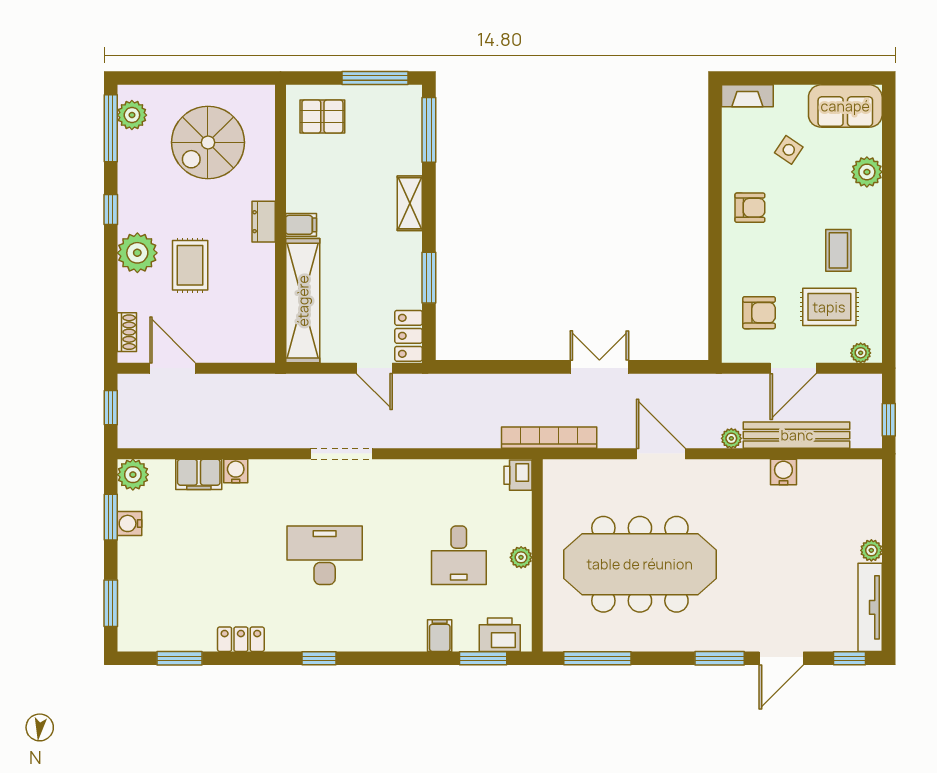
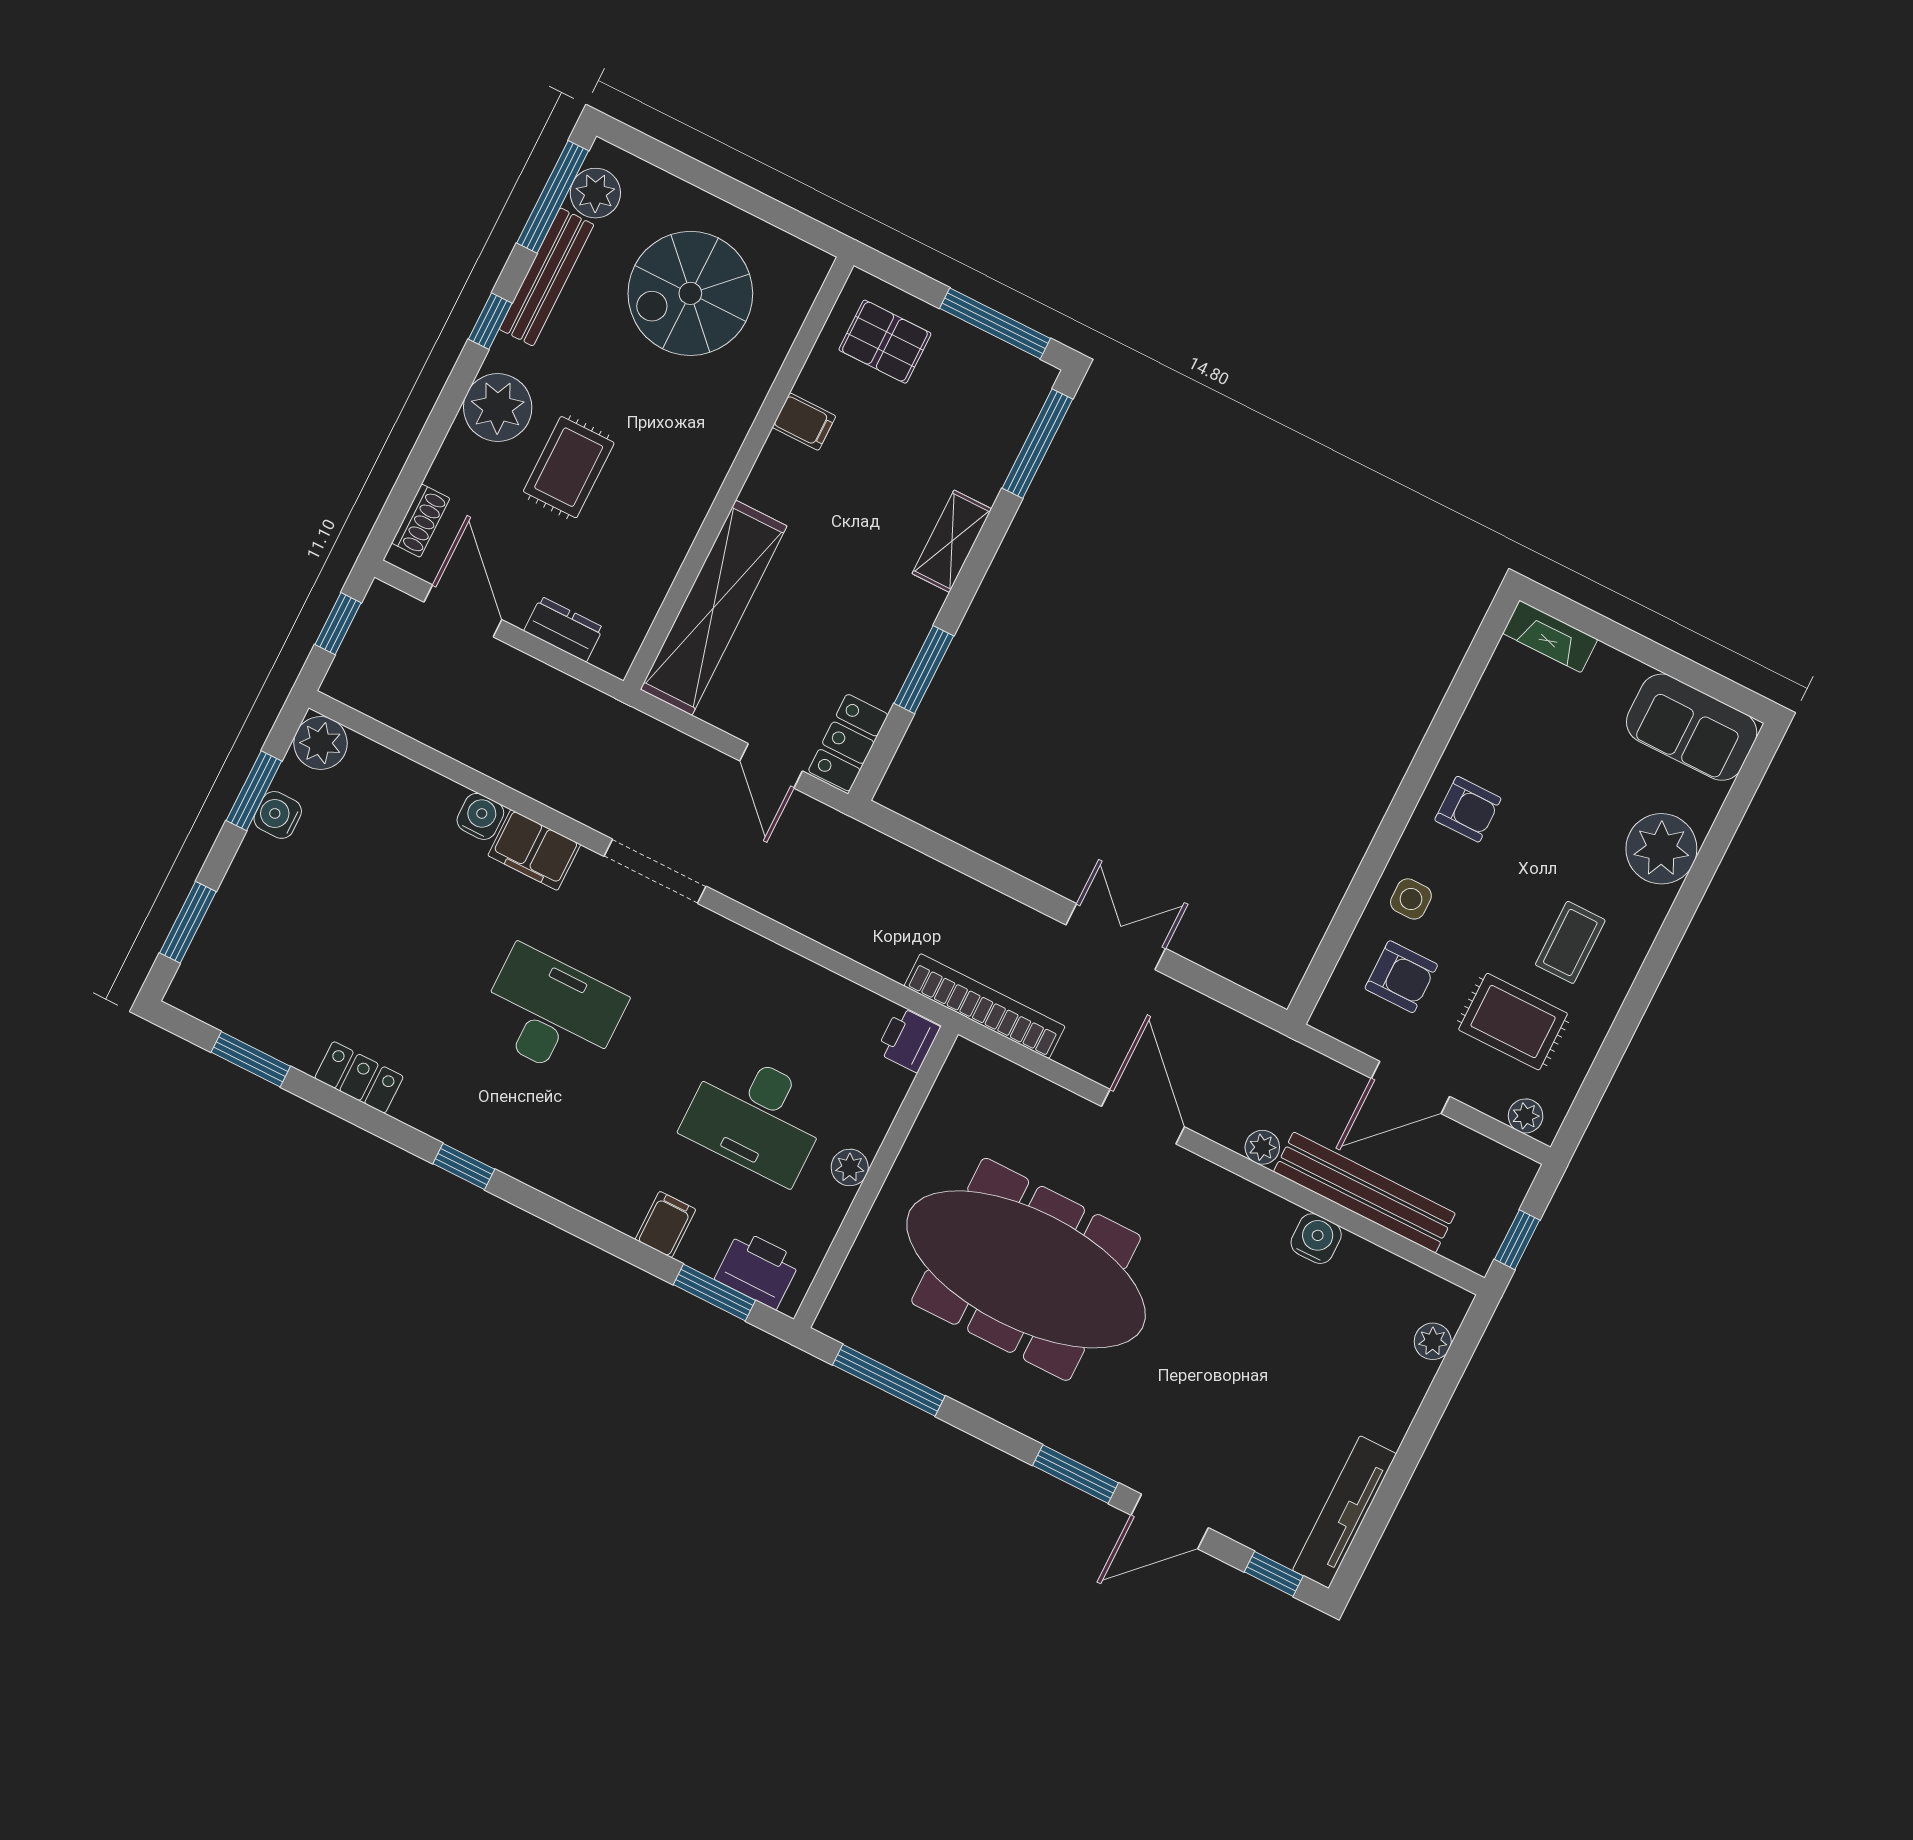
side table: (789, 150) -> (1411, 899), moved, turned -34
bench: (129, 172) -> (547, 277), added
plant: (867, 172) -> (1661, 849), width x1.36, depth x1.36
dresser: (264, 222) -> (564, 629), moved, turned 90
filing cabinet: (301, 225) -> (804, 422), moved
filing cabinet: (199, 474) -> (534, 850), moved
plant: (871, 550) -> (1433, 1341), moved
desk: (459, 555) -> (756, 1117), width x1.37

